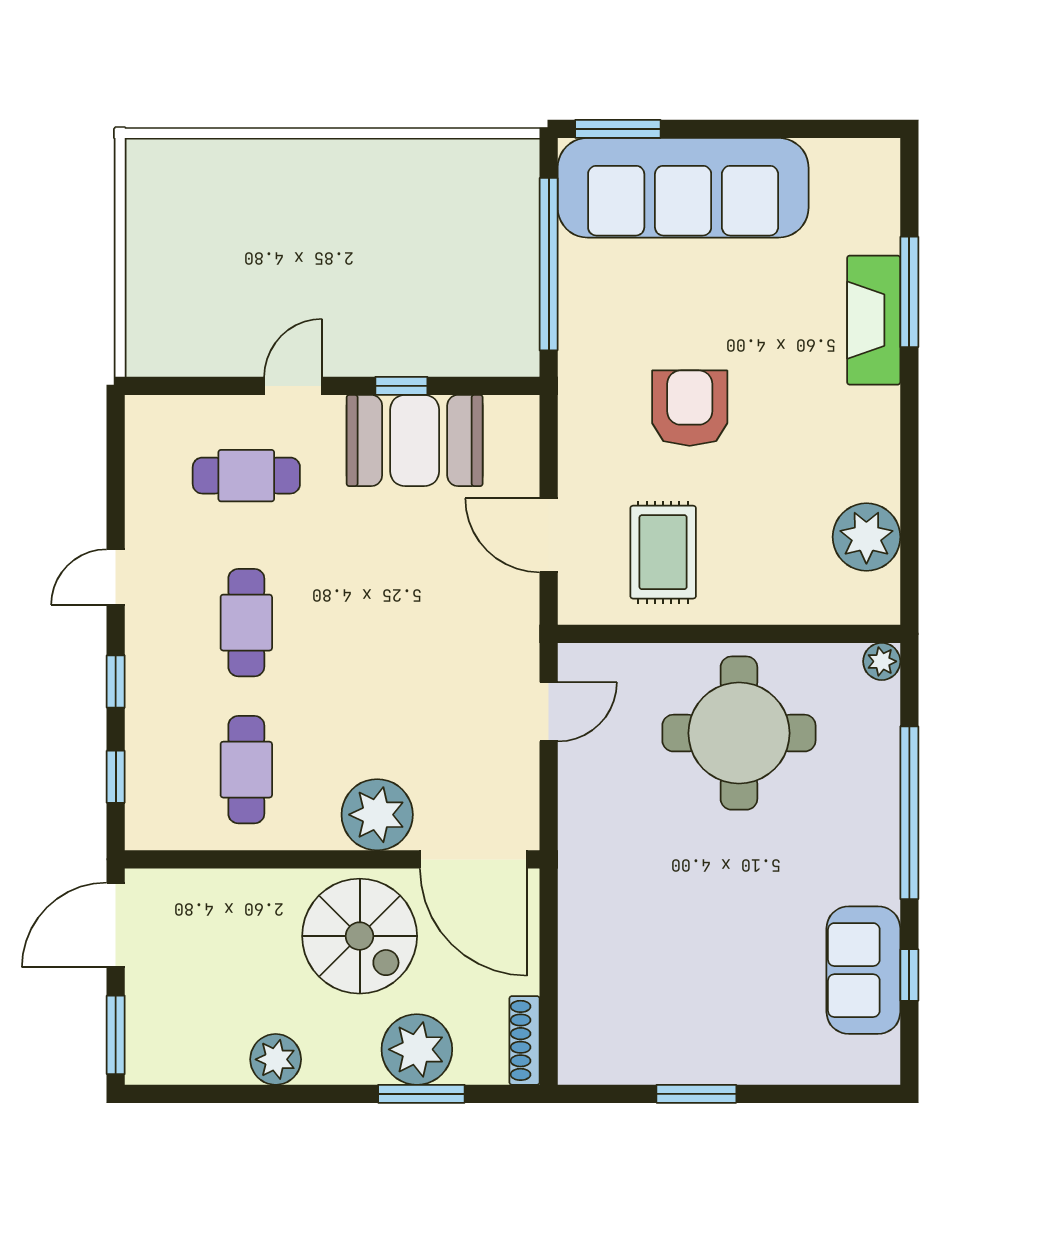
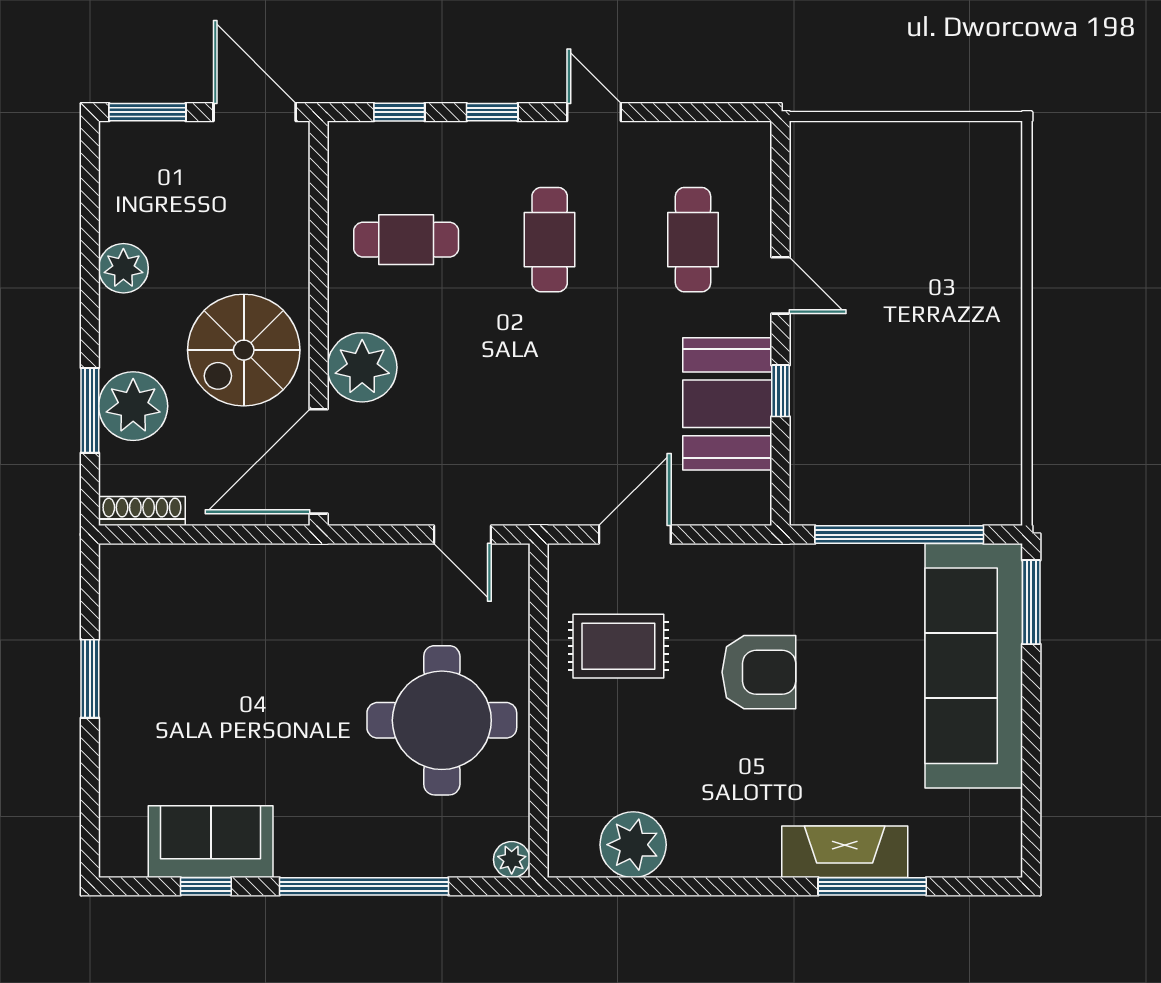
cafe table: (246, 623) -> (550, 240), turned 90

